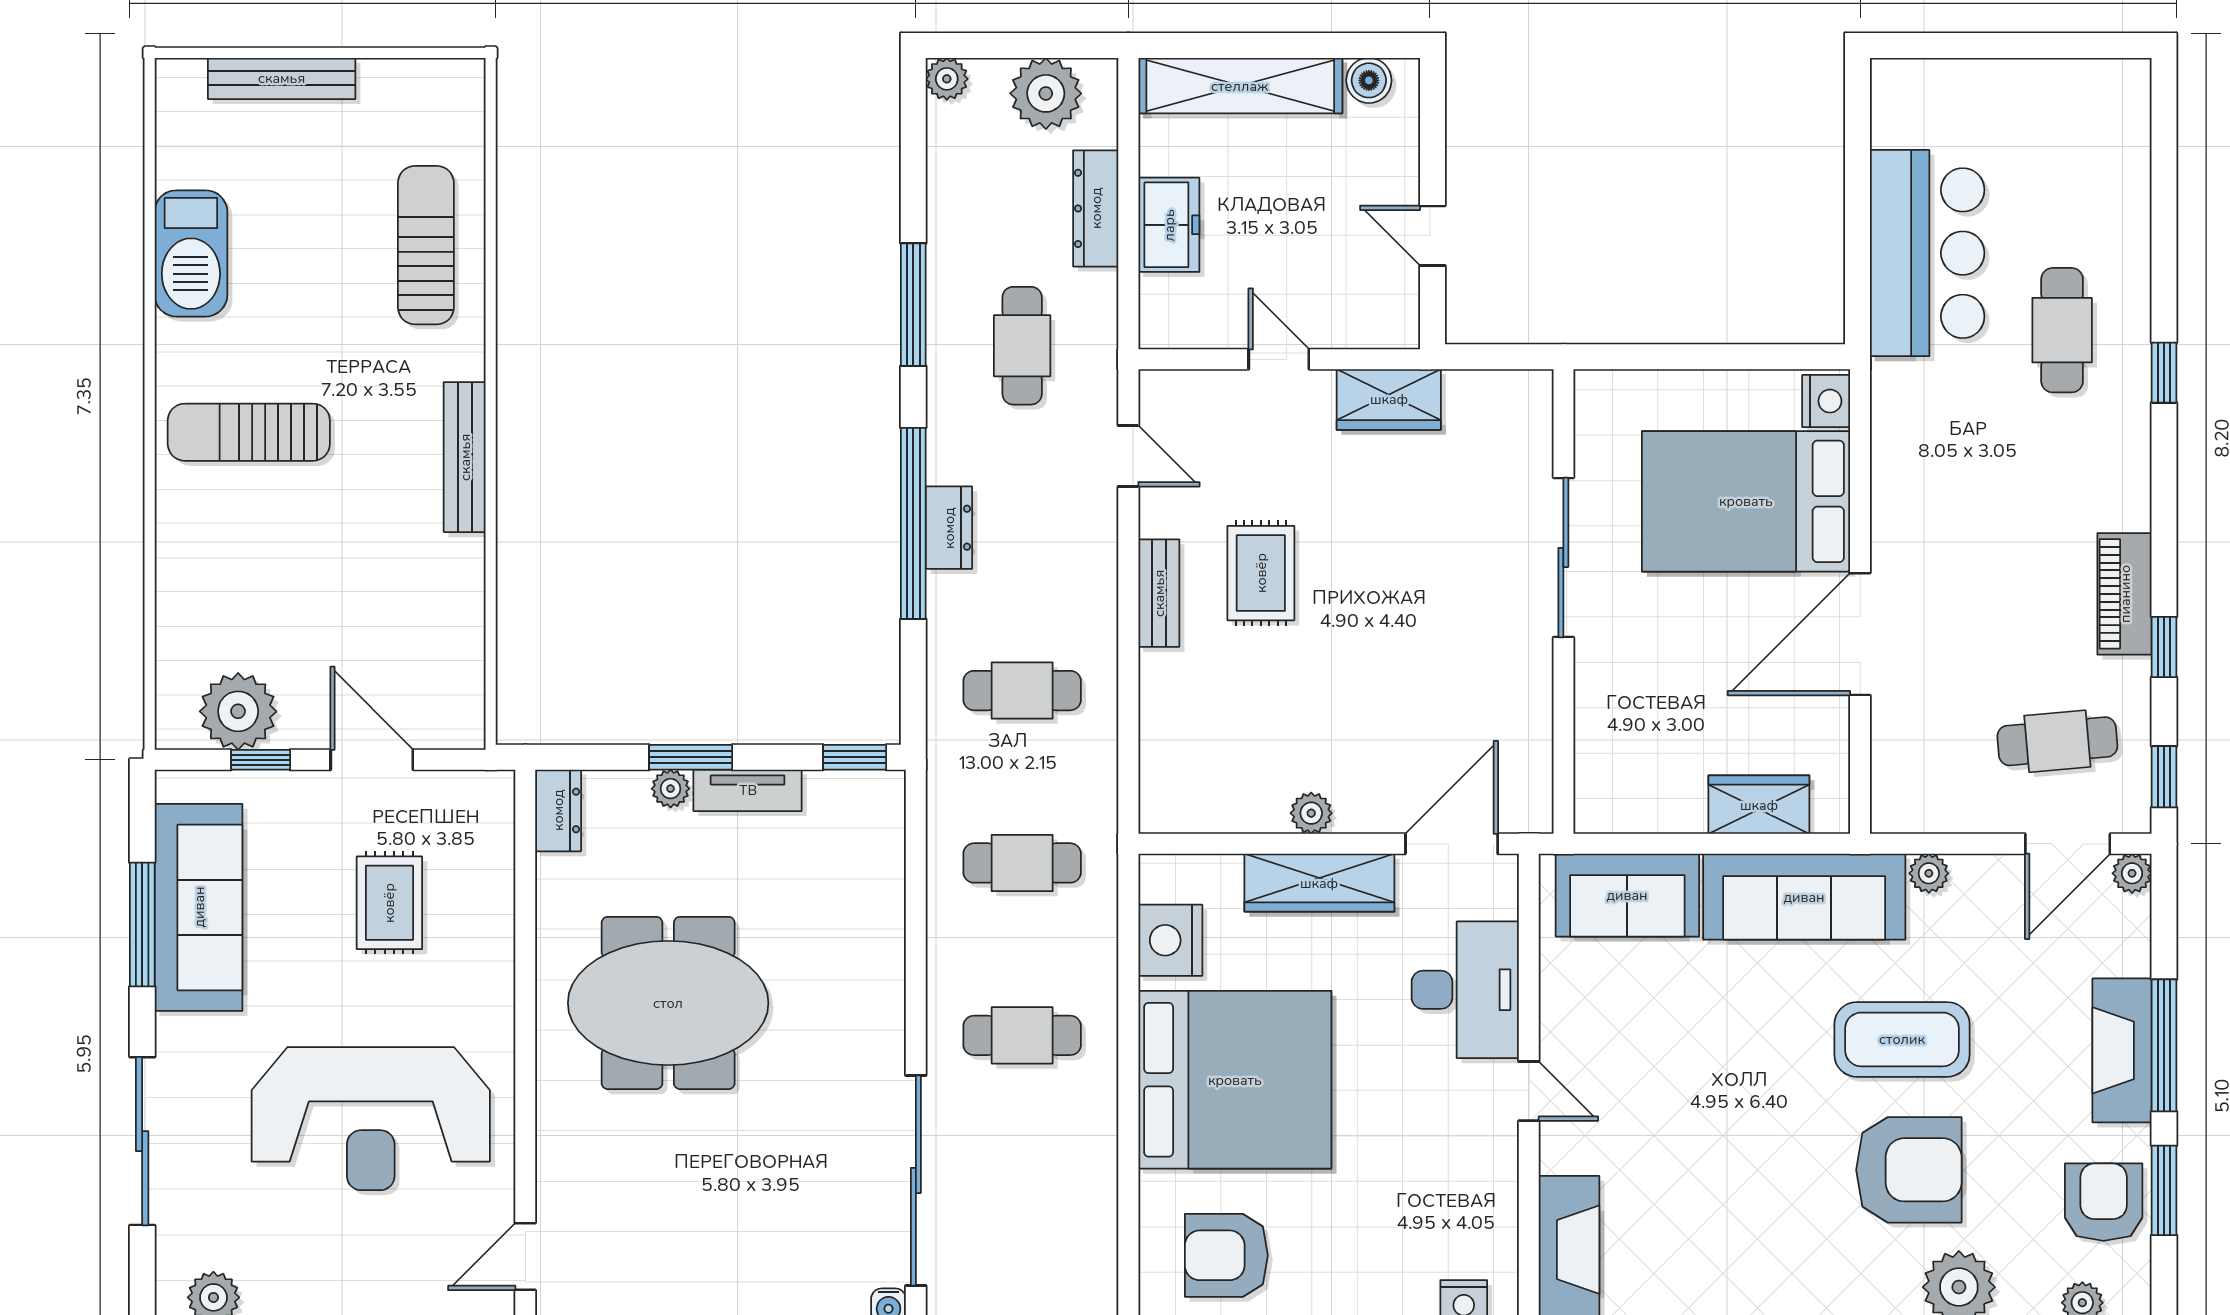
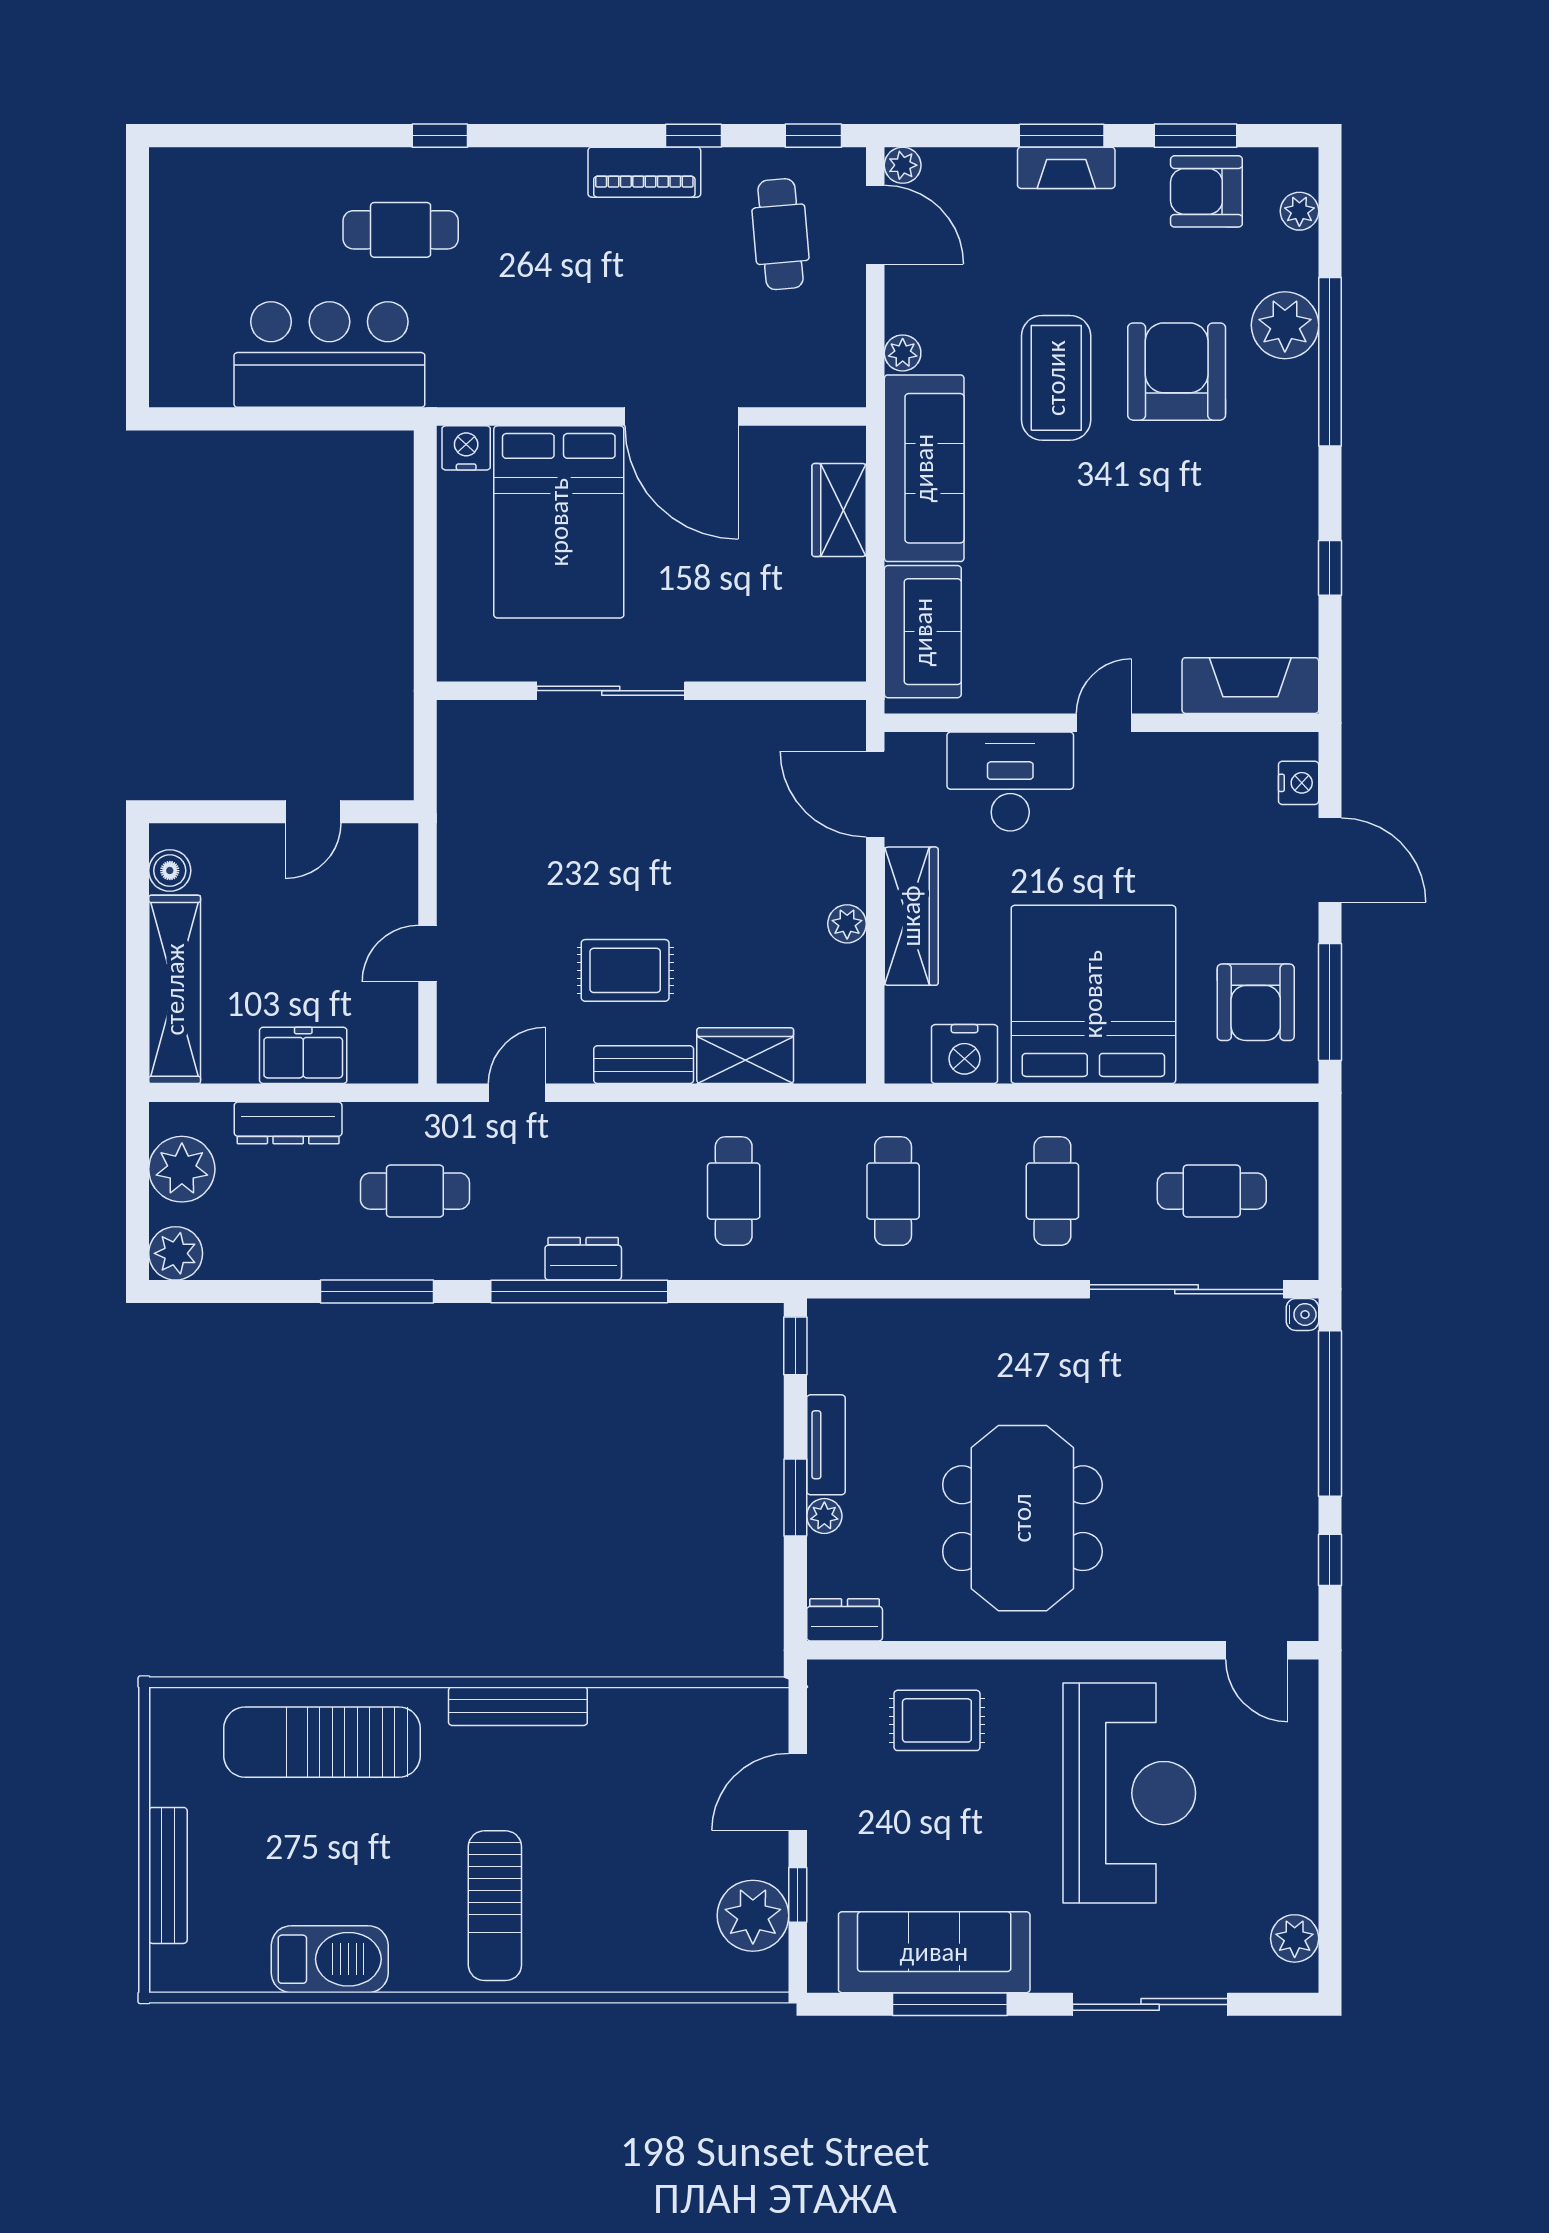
plant: (947, 79) -> (176, 1253), width x1.38, depth x1.38
sun lounger: (426, 245) -> (322, 1742), width x1.36, depth x1.34
wardrobe: (1389, 399) -> (745, 1056), moved, turned -90
rug: (389, 903) -> (937, 1720), moved
window: (2164, 1045) -> (1062, 136), width x0.69
fireplace: (2122, 1050) -> (1066, 168), width x0.73, depth x0.76
cafe table: (1022, 1208) -> (1212, 1191), added

